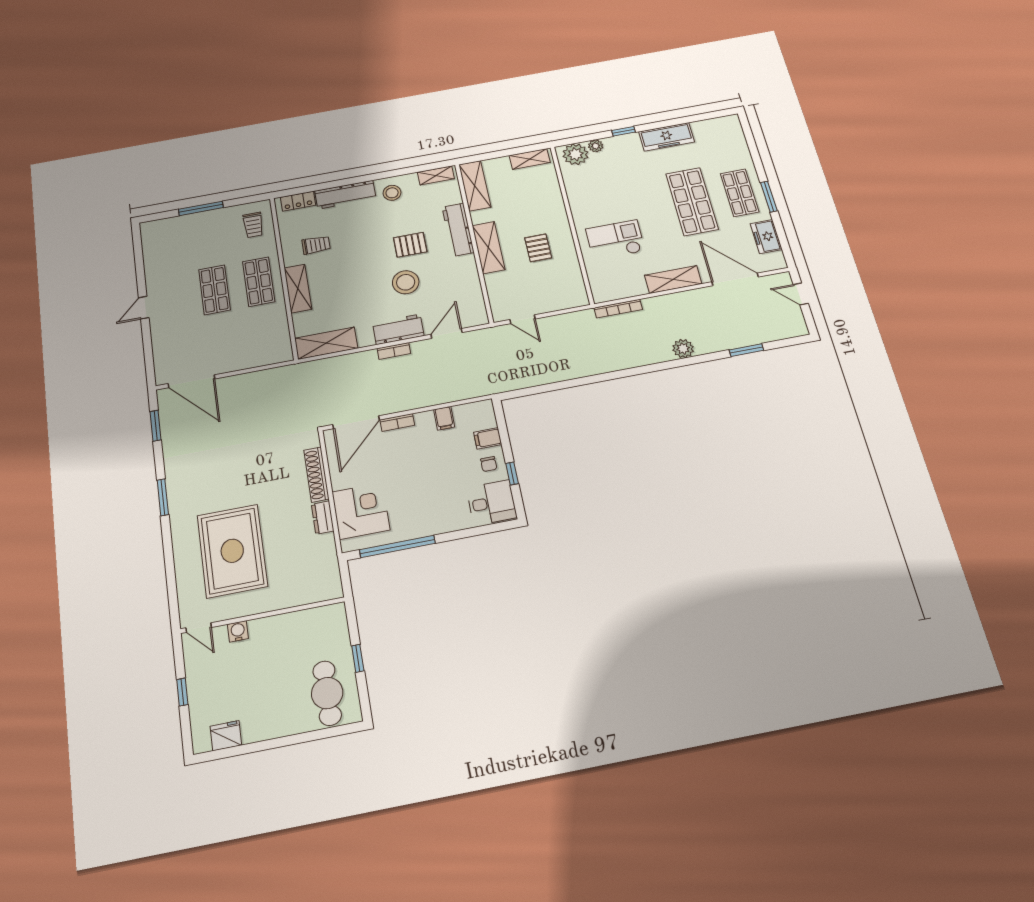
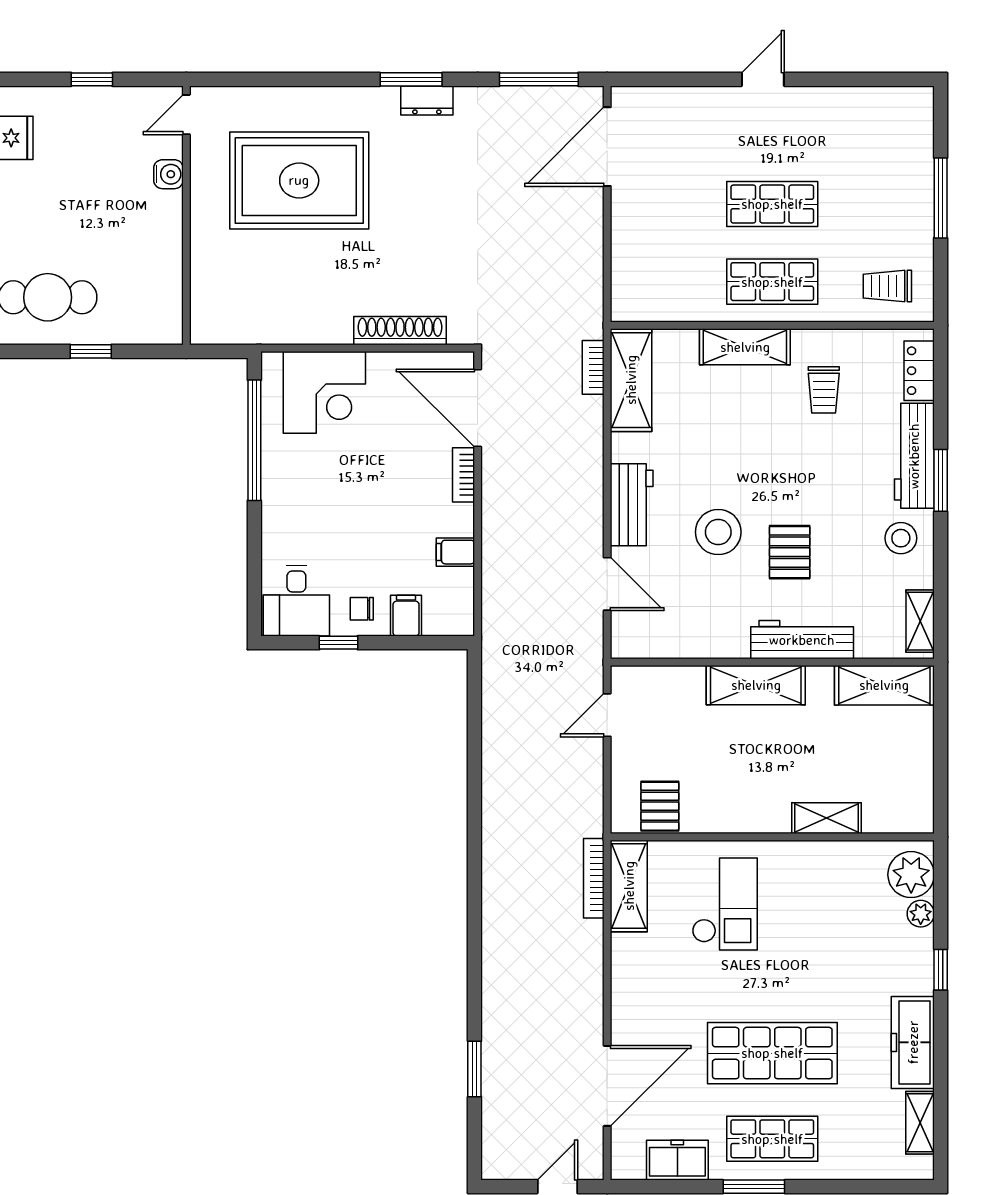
shelving: (709, 126) -> (920, 1123), added
shelving: (530, 159) -> (827, 818), moved, turned 90
window: (357, 180) -> (941, 480), added
pallet: (538, 248) -> (660, 806), moved, turned 90
shelving: (673, 279) -> (629, 886), moved
door: (144, 308) -> (763, 79), hinge flipped
plant: (683, 349) -> (499, 967), removed
bookcase: (394, 351) -> (593, 367), moved
window: (156, 426) -> (539, 79), width x1.44
dresser: (323, 518) -> (427, 100), moved, turned 180

